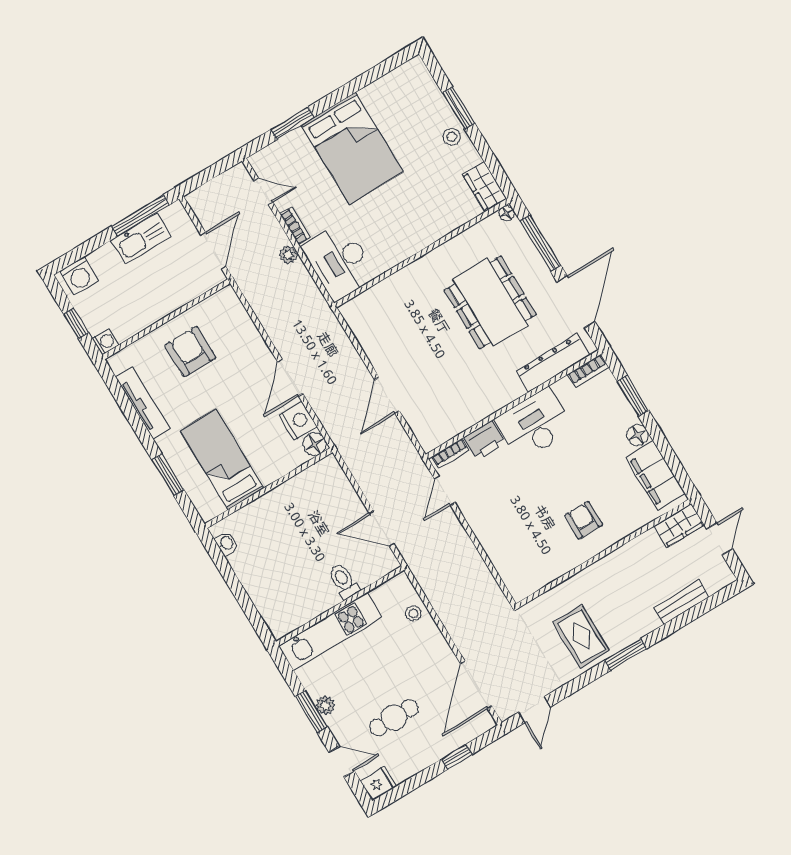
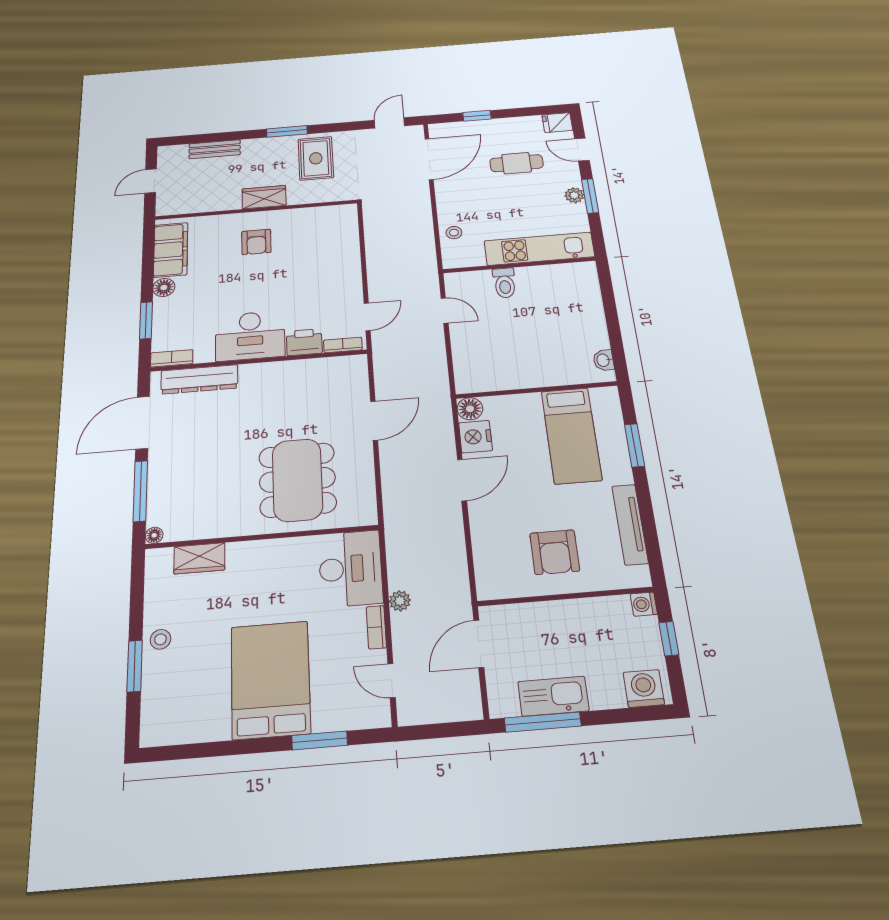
wardrobe: (485, 187) -> (199, 558), moved, turned 90
dining table: (490, 302) -> (297, 480), moved
wardrobe: (679, 525) -> (264, 197), moved
door: (382, 528) -> (445, 311), width x0.73

